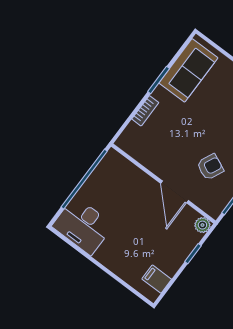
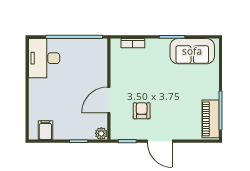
bookcase: (145, 111) -> (133, 43), moved
armchair: (210, 167) -> (142, 111), turned -115

